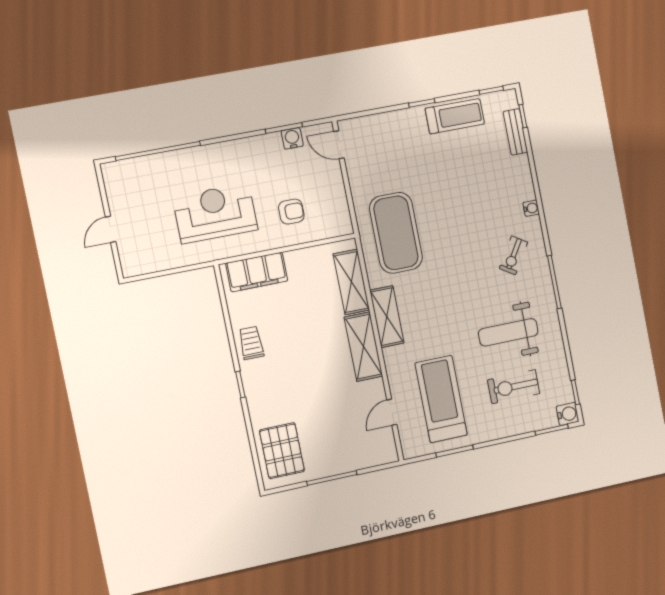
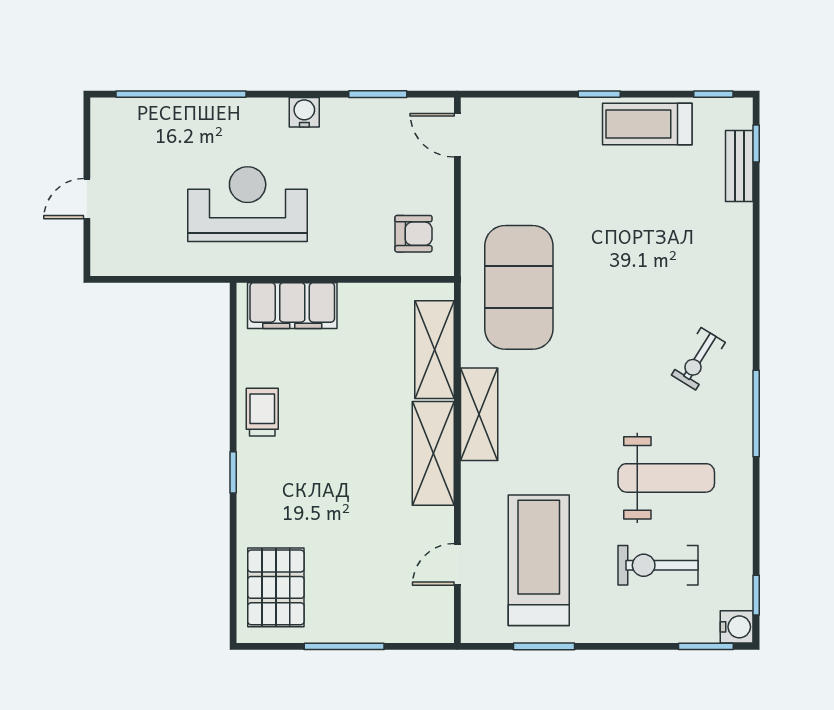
treadmill: (455, 116) -> (647, 124), turned 180
water cooler: (292, 138) -> (304, 112), moved
water cooler: (531, 208) -> (741, 290), removed
armchair: (291, 212) -> (413, 234), moved
weight bench: (508, 332) -> (666, 478), turned 180

